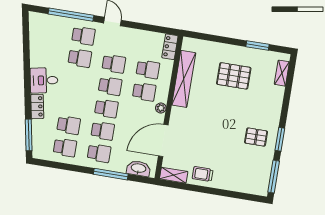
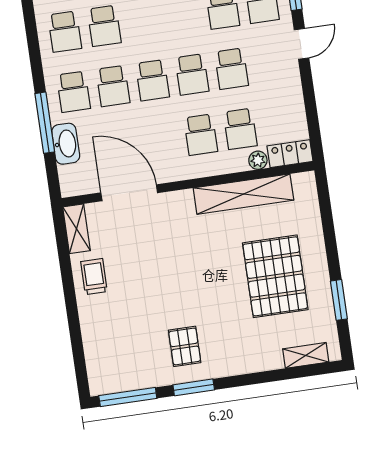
pallet: (234, 76) -> (275, 276), width x1.37, depth x1.41
plant: (161, 108) -> (258, 160), moved
washbasin: (138, 168) -> (66, 144), moved

